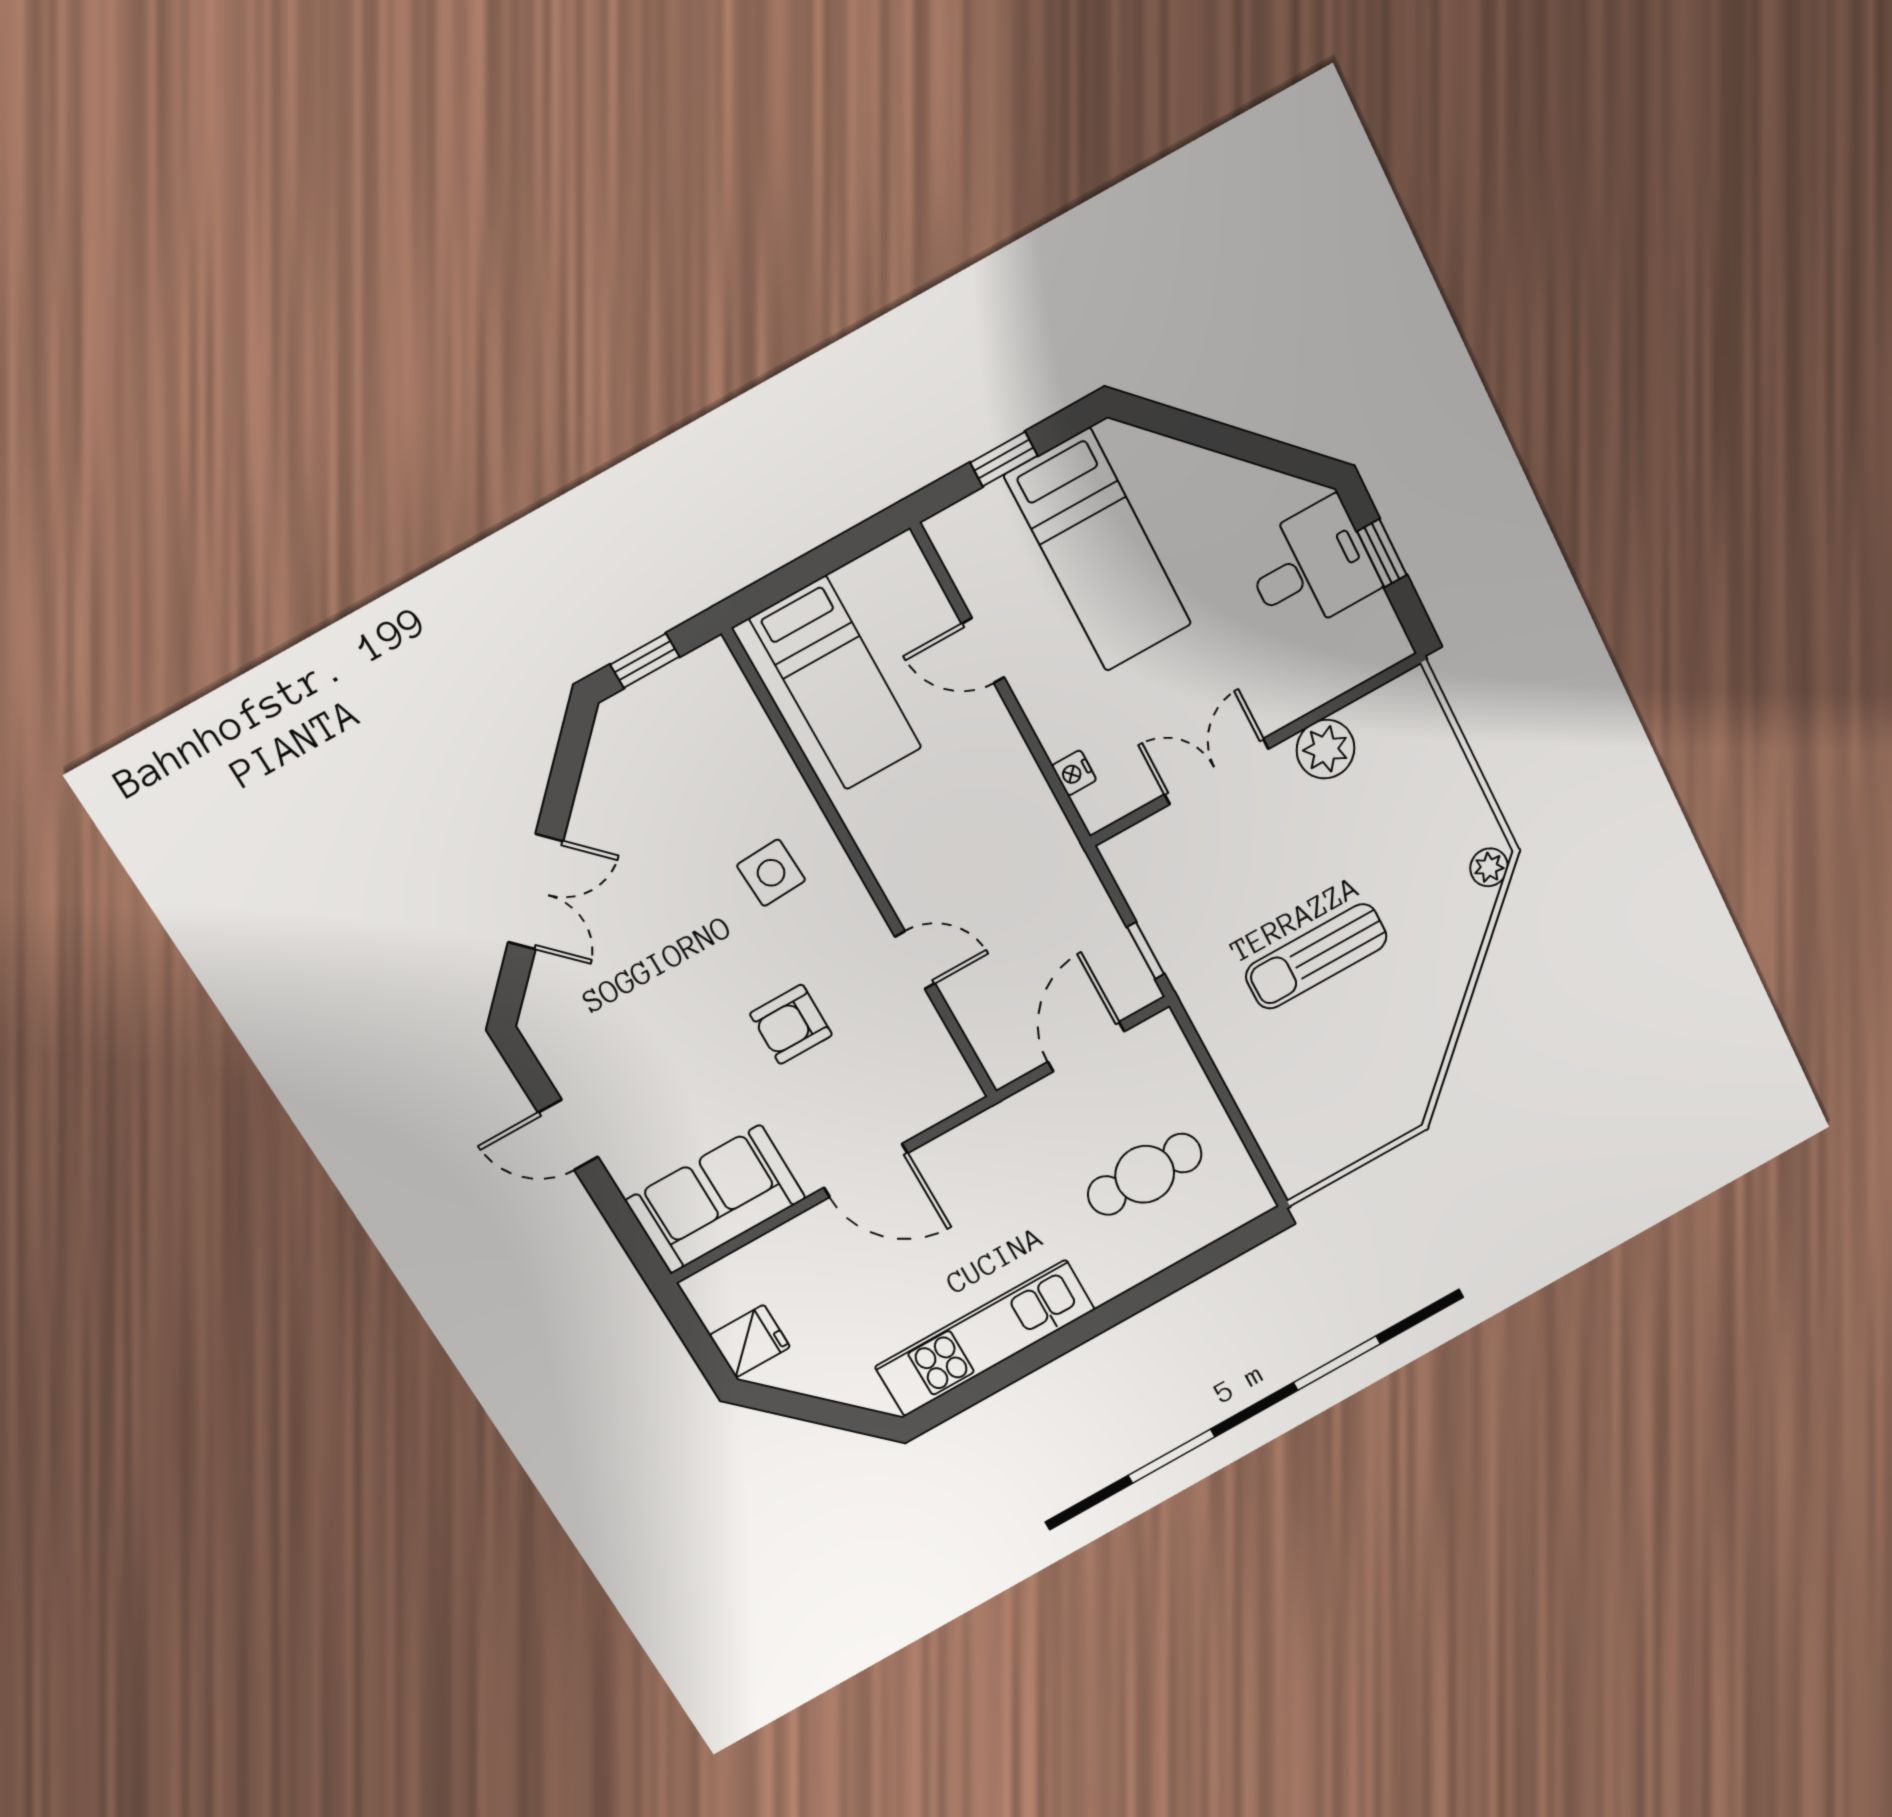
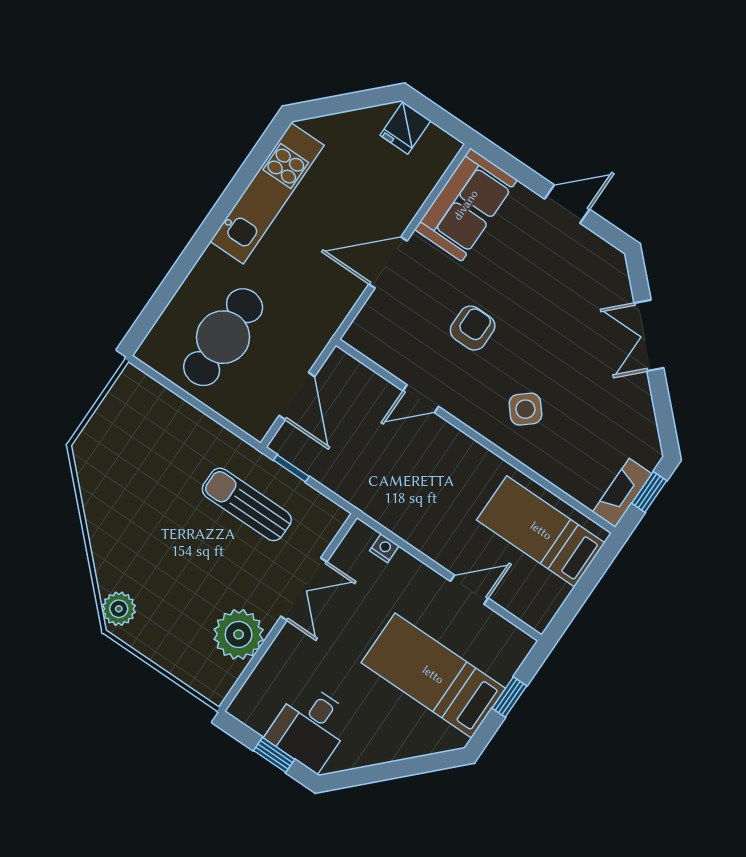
fireplace: (686, 680) -> (622, 493), added
plant: (1326, 749) -> (239, 634), width x1.36, depth x1.36
plant: (1489, 867) -> (119, 609), width x1.38, depth x1.38
side table: (771, 873) -> (525, 409), turned -37
sun lounger: (1316, 956) -> (247, 504), moved, turned -90
cafe table: (1145, 1174) -> (223, 337), width x1.37, depth x1.35

